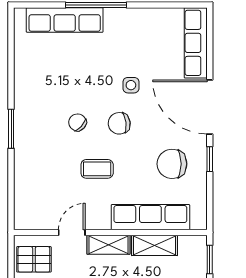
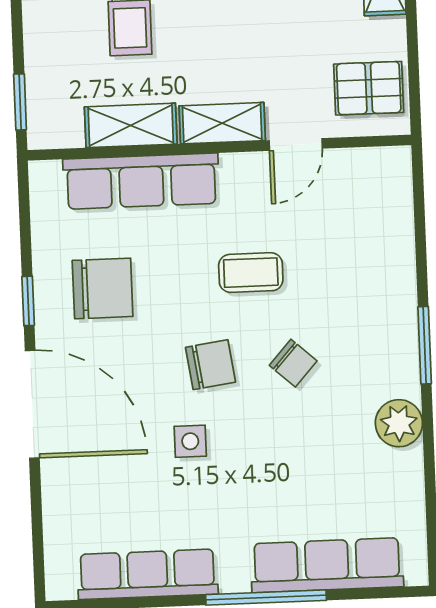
row of seats: (196, 43) -> (147, 574), moved, turned -90
plant: (26, 90) -> (399, 423), added

